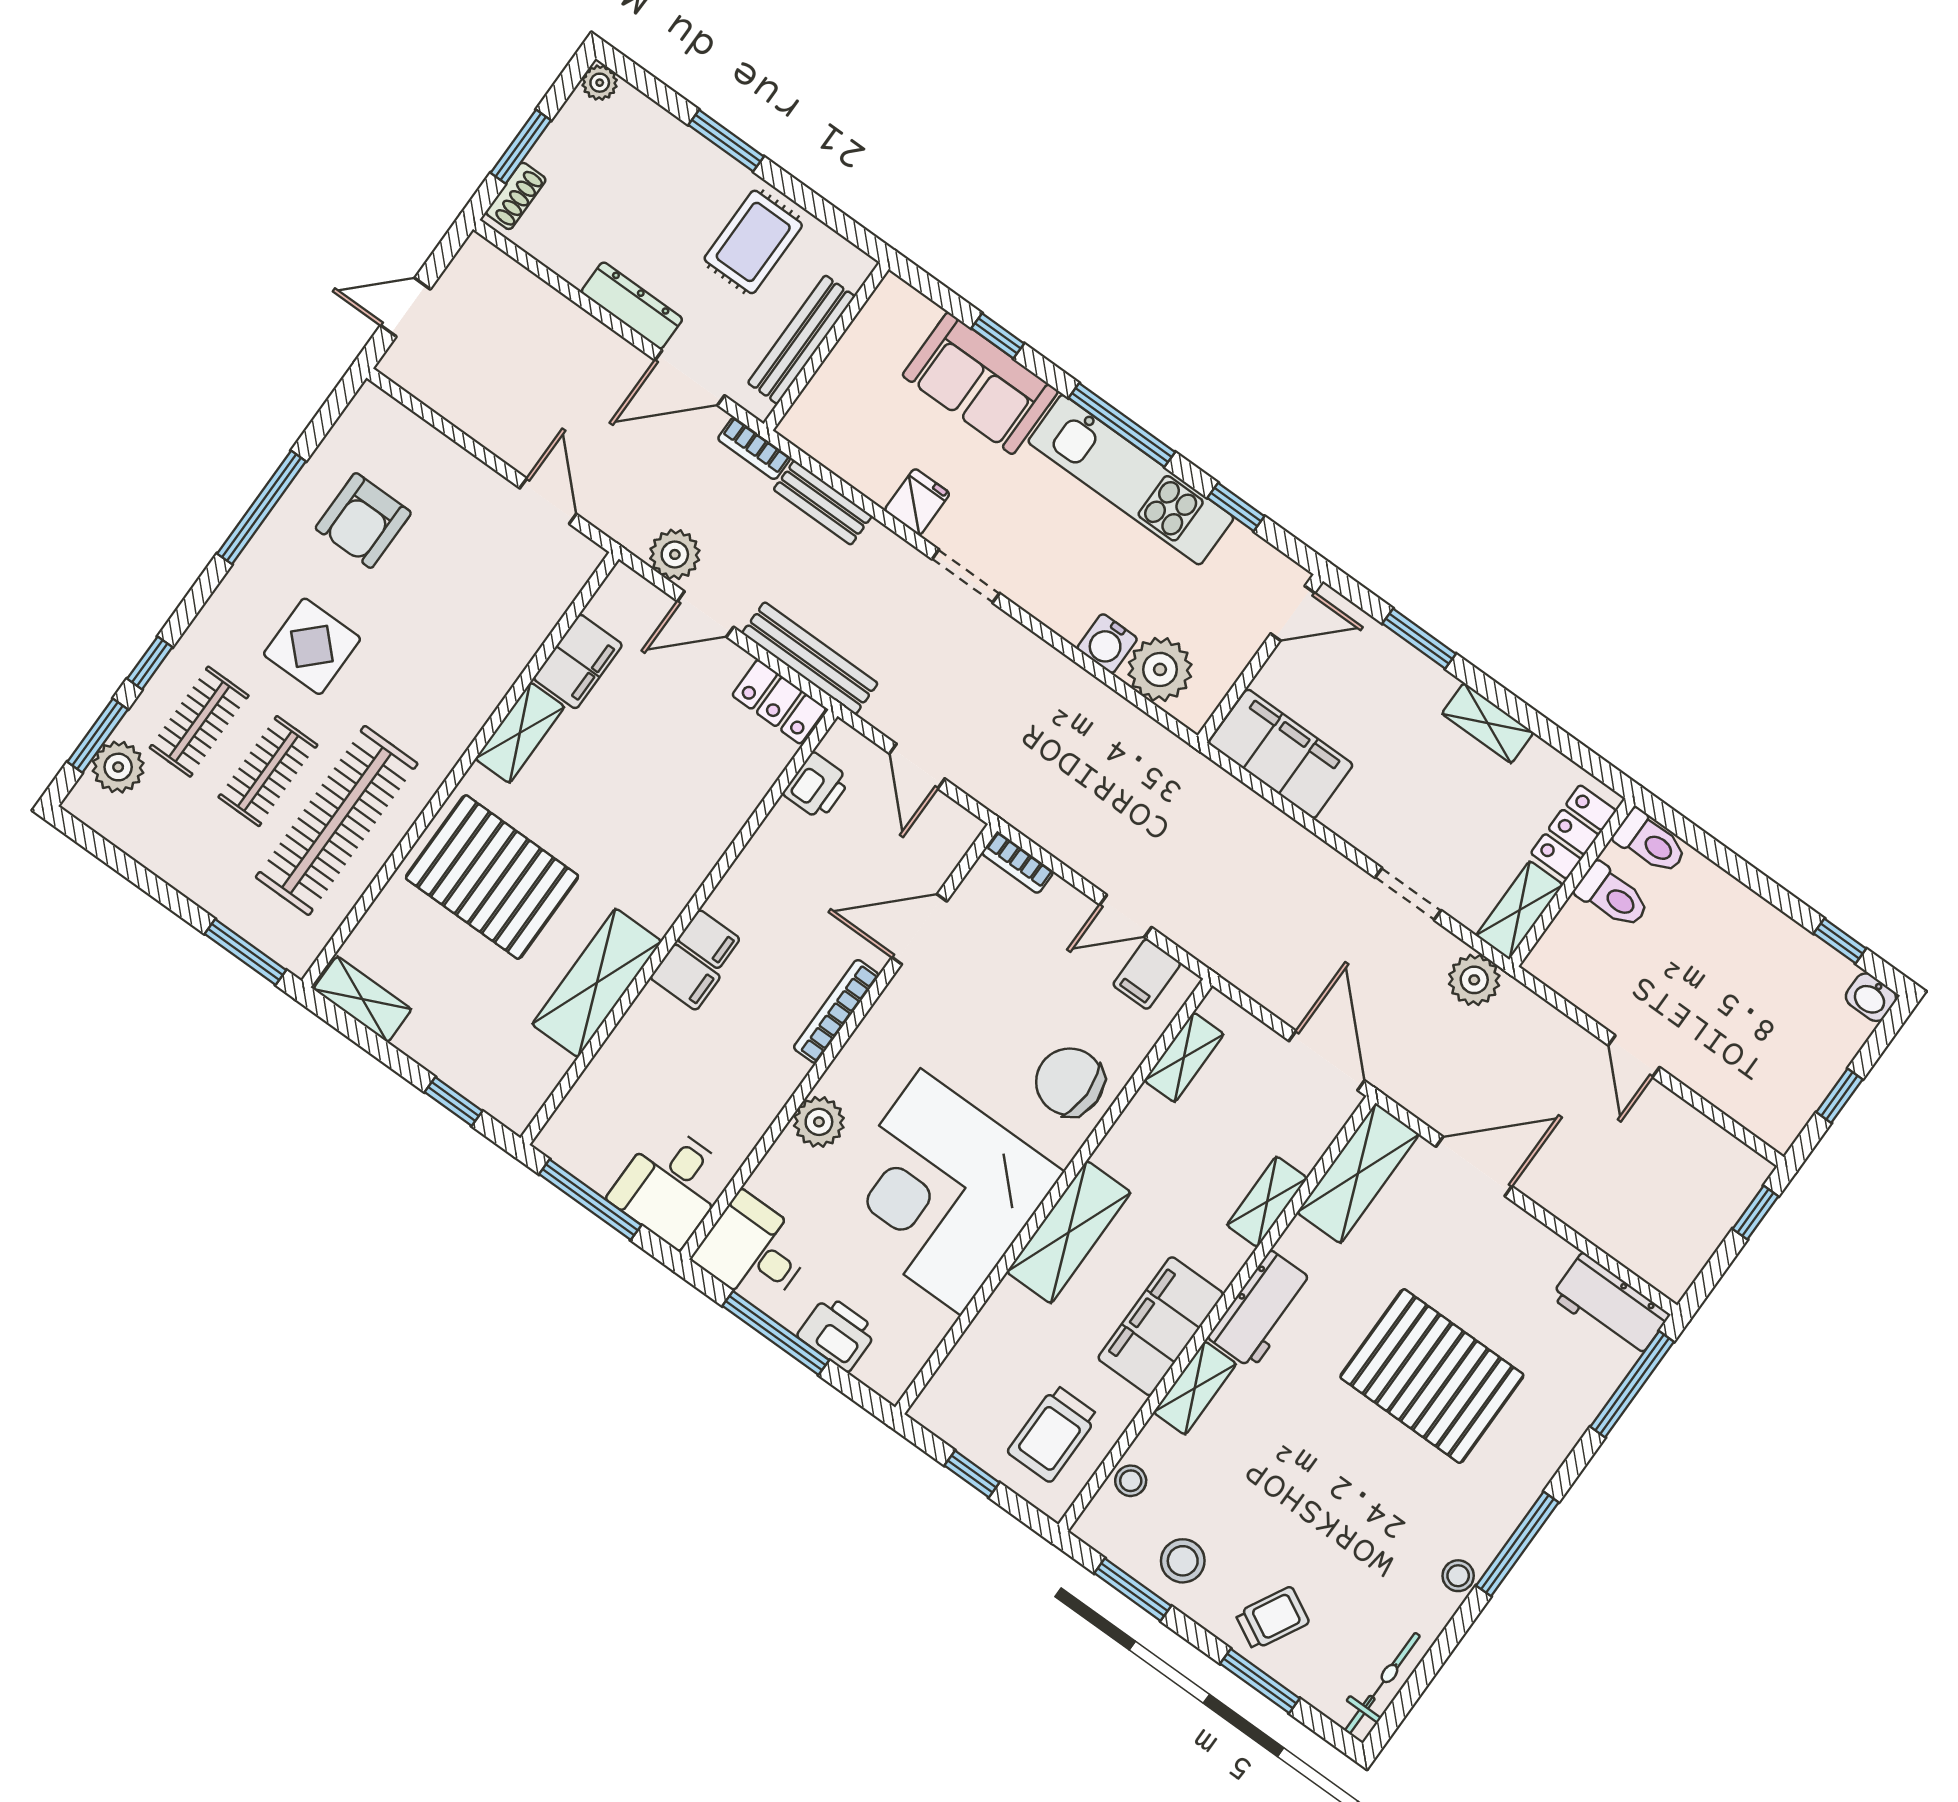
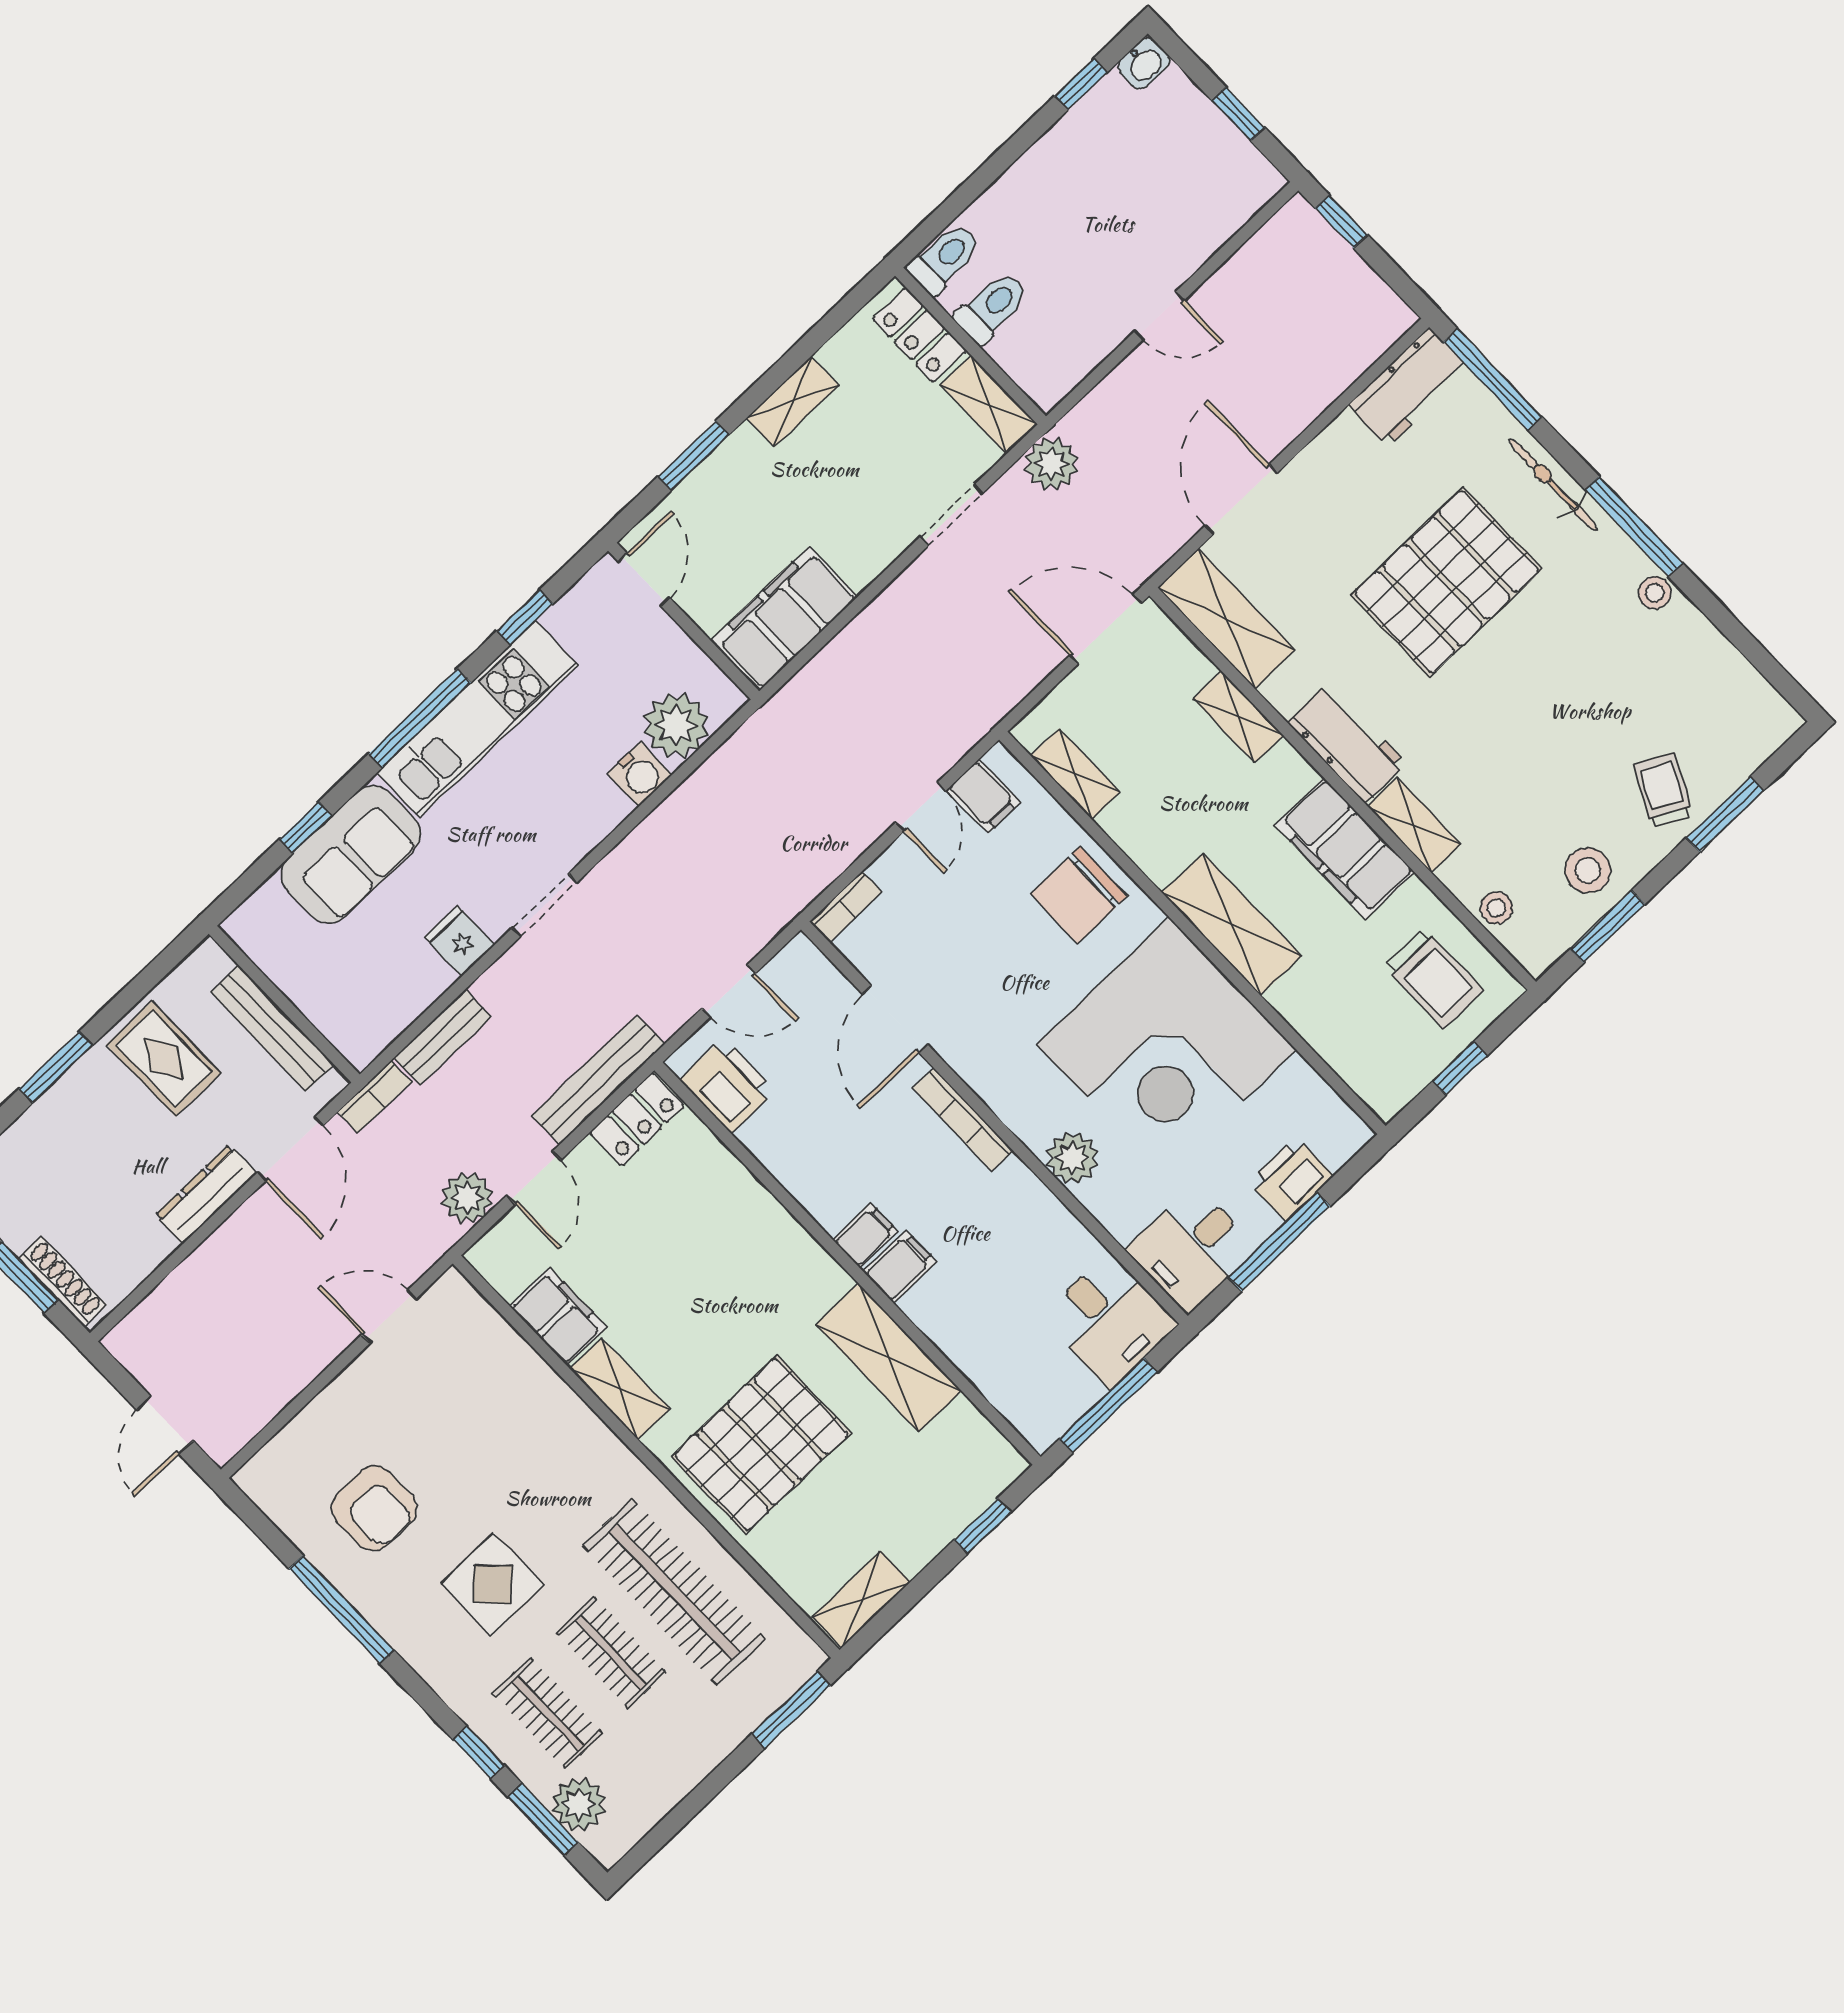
shoe rack: (516, 196) -> (62, 1281), width x1.43
printer: (817, 786) -> (728, 1085), width x1.36, depth x1.24
bicycle: (1382, 1683) -> (1553, 485), moved

